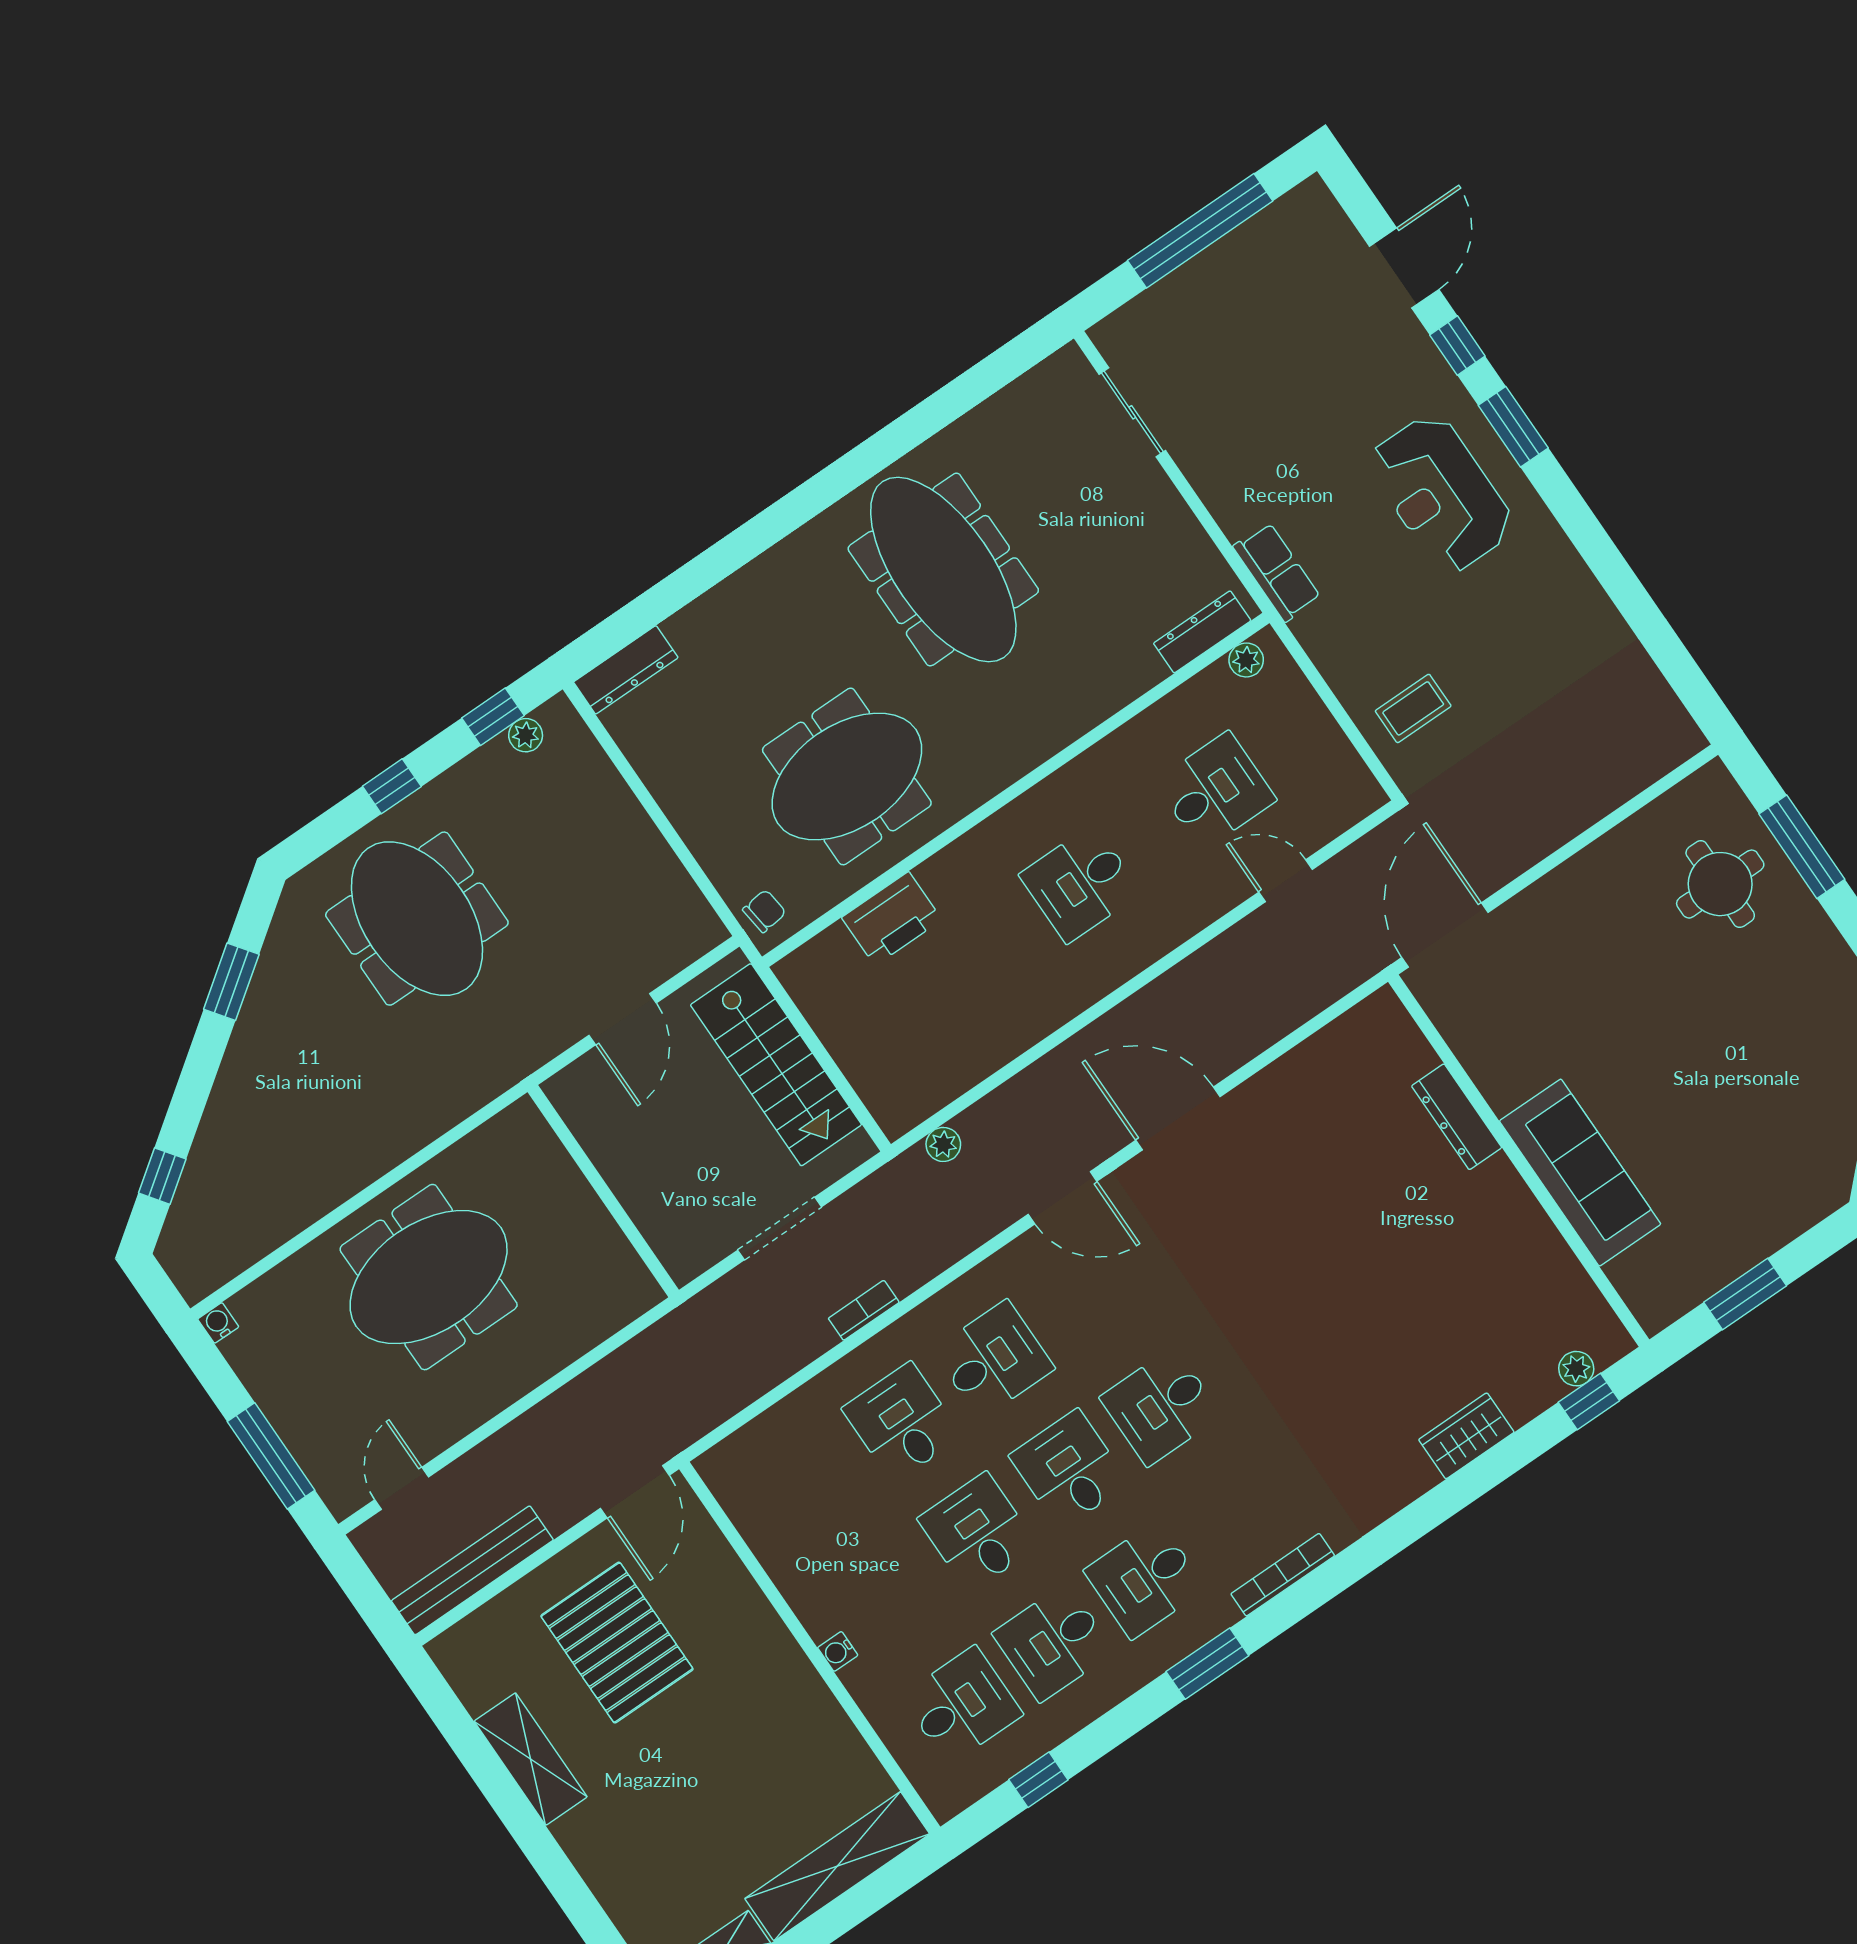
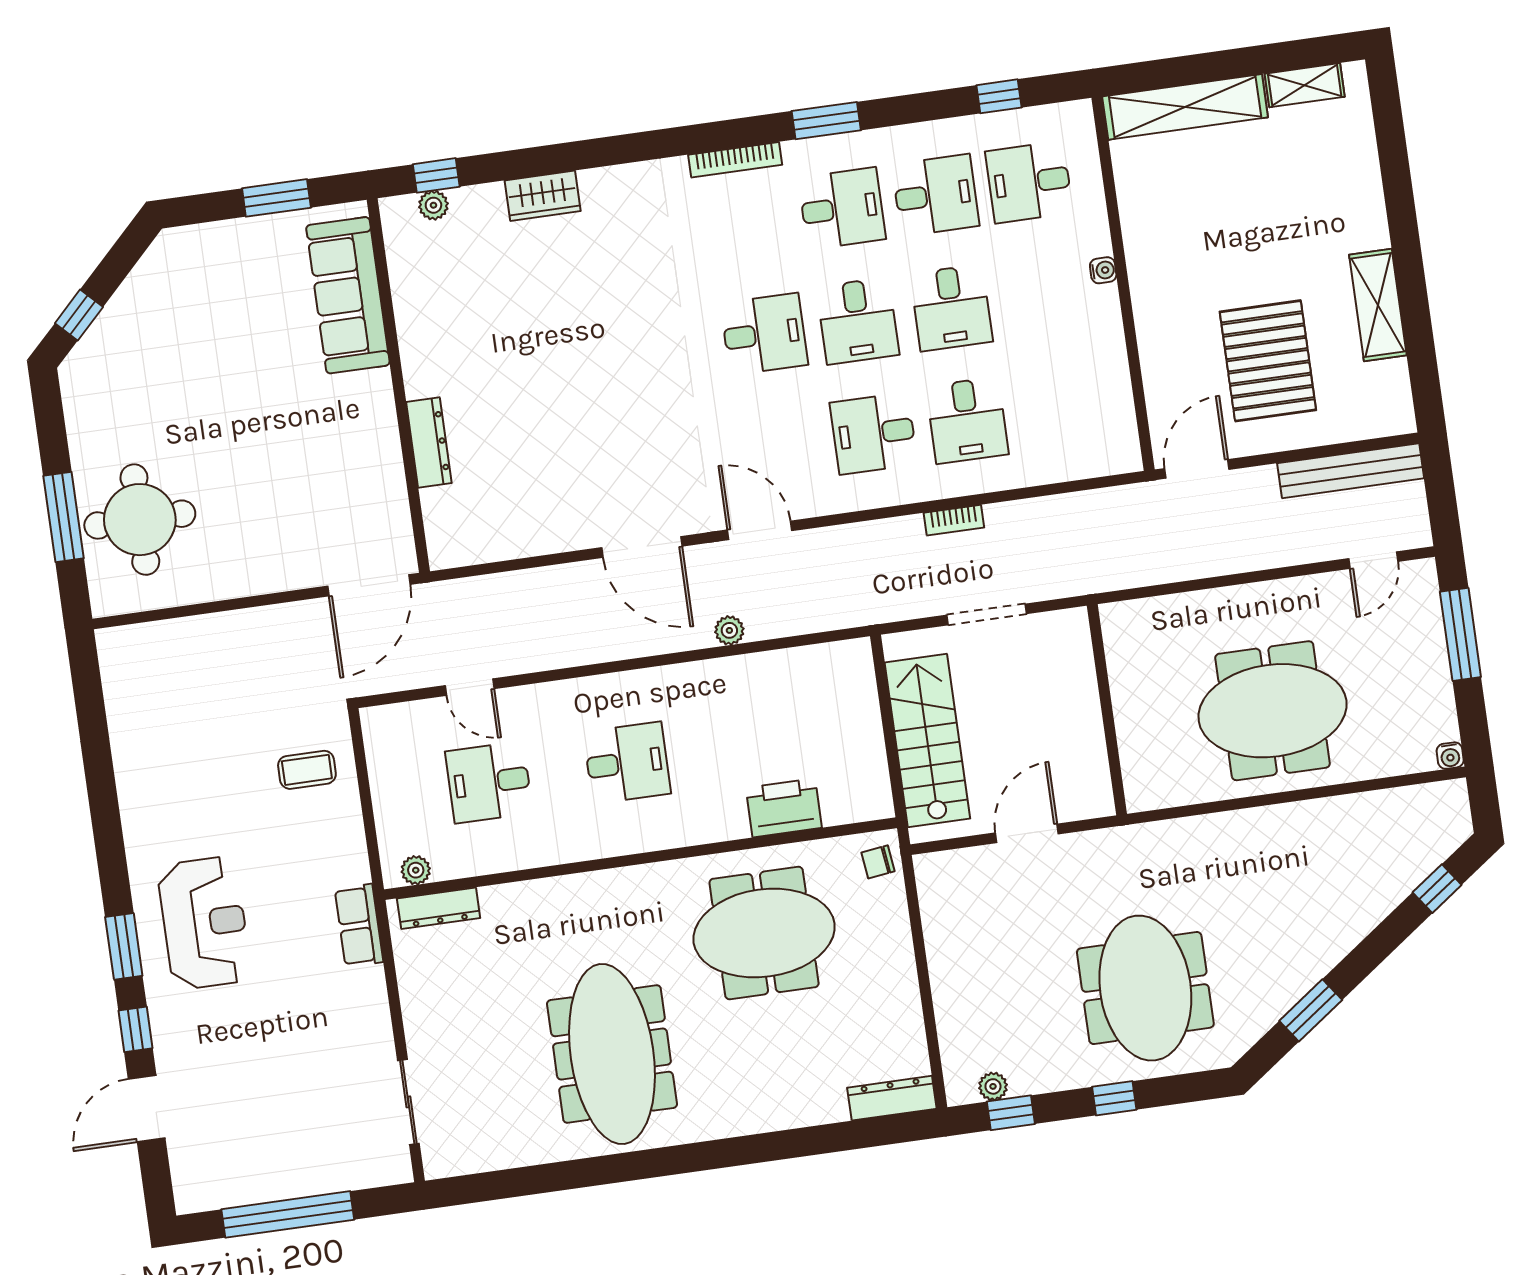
round table: (1720, 884) -> (140, 520), width x1.36, depth x1.36
plant: (943, 1144) -> (729, 630), moved
sofa: (1580, 1173) -> (348, 295), moved

